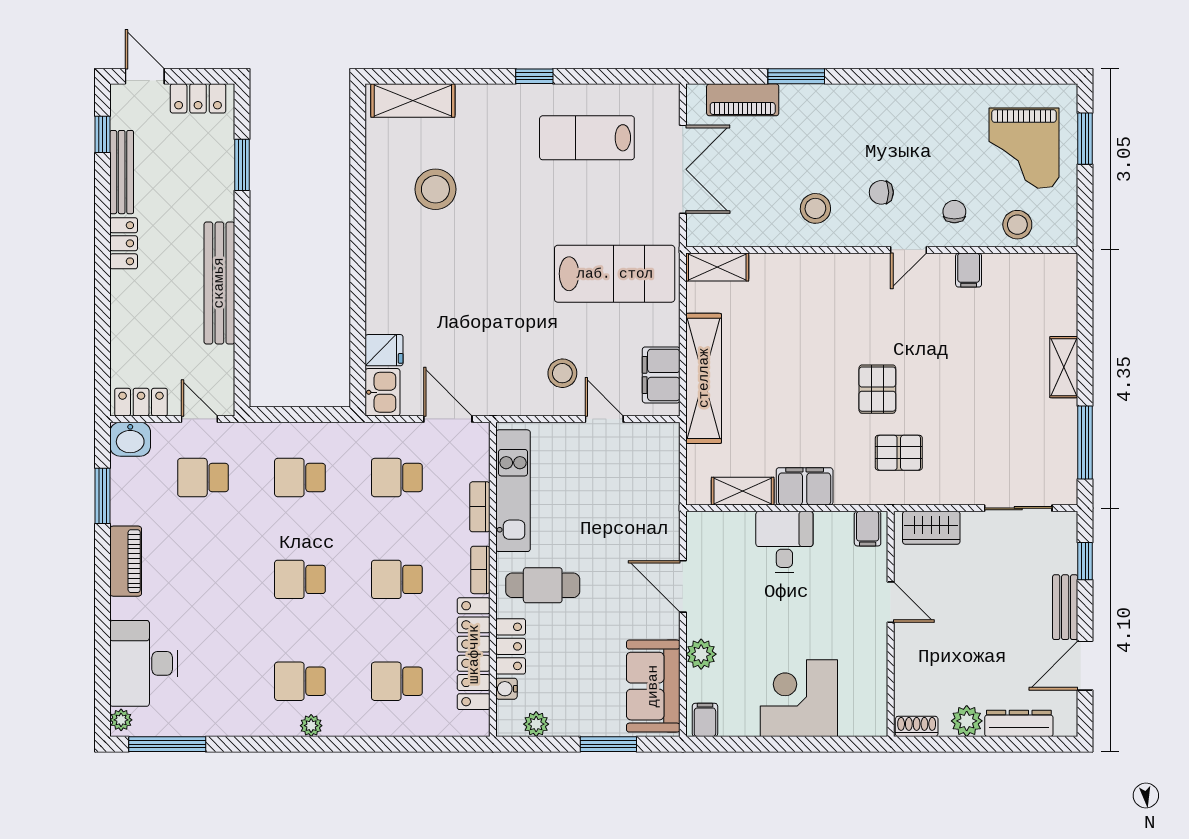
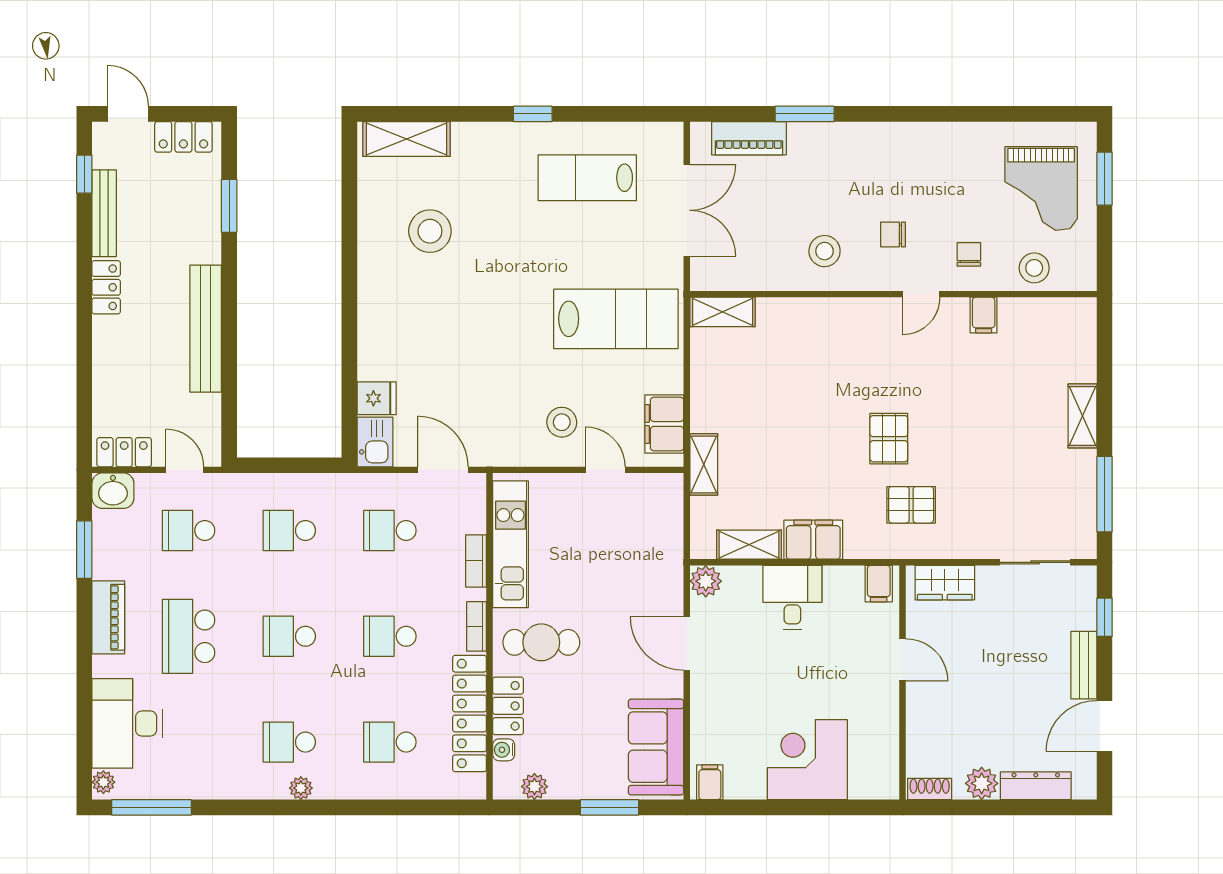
shelving: (704, 378) -> (704, 464), width x0.45, depth x0.75
school desk: (203, 579) -> (189, 636), added
plant: (701, 654) -> (706, 581), moved

